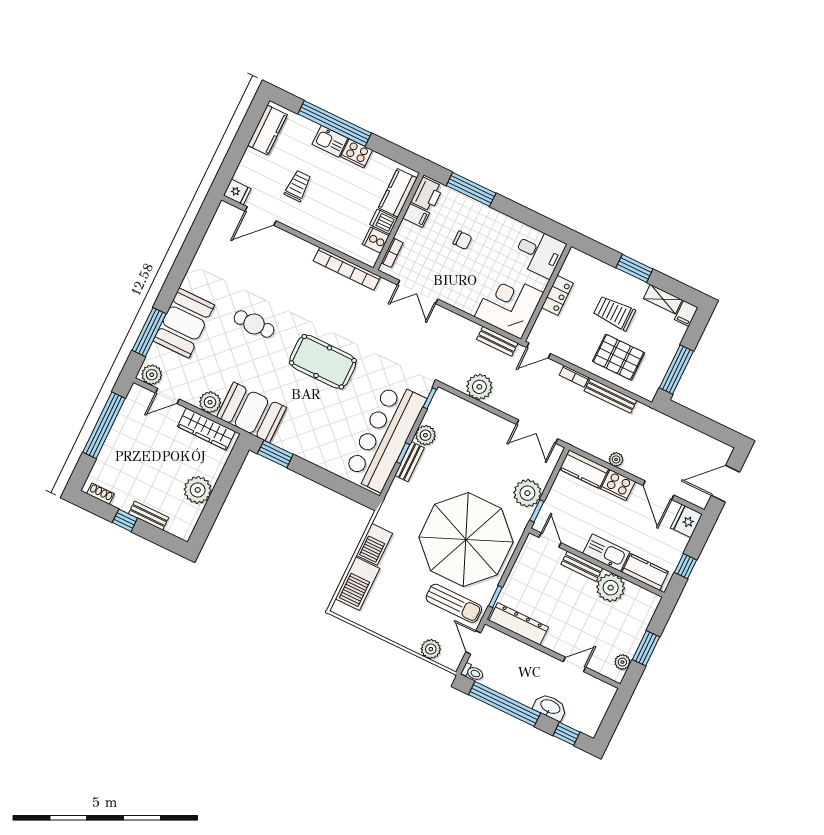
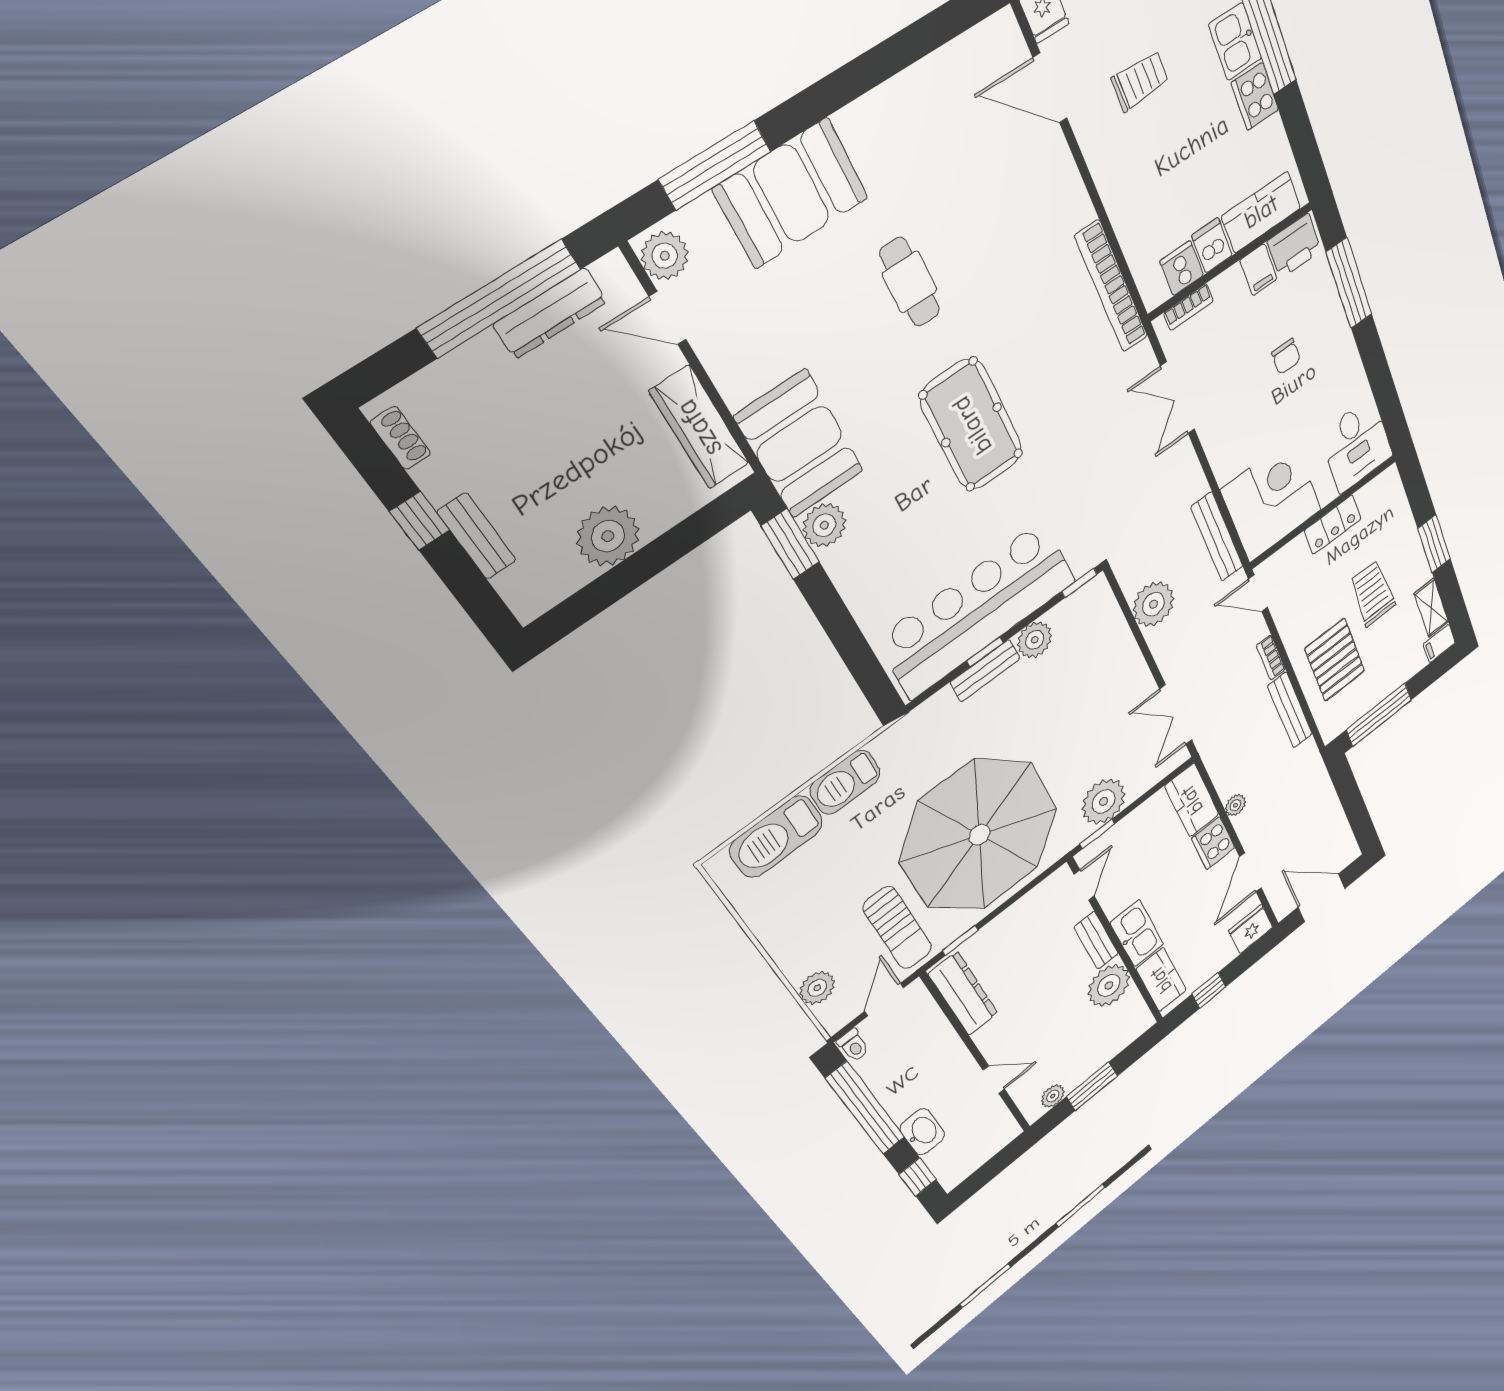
bench: (497, 341) -> (1217, 537), width x1.36
plant: (210, 402) -> (824, 525), moved
dresser: (124, 420) -> (550, 313), added

